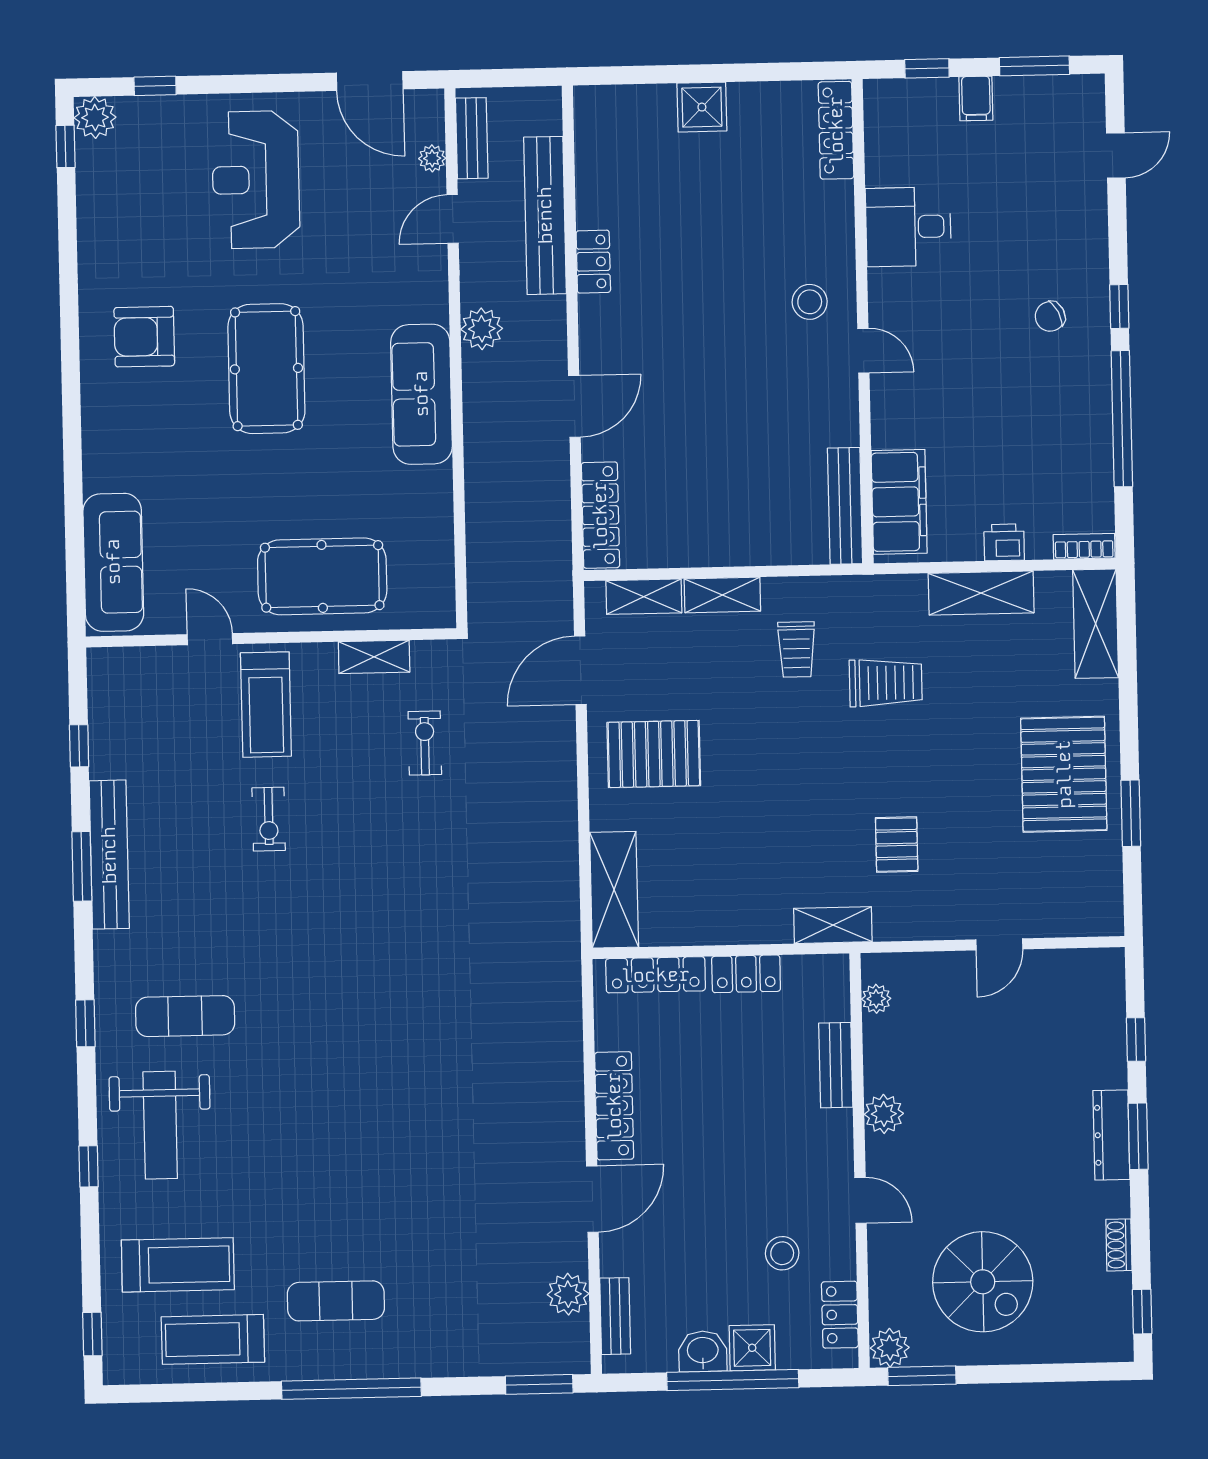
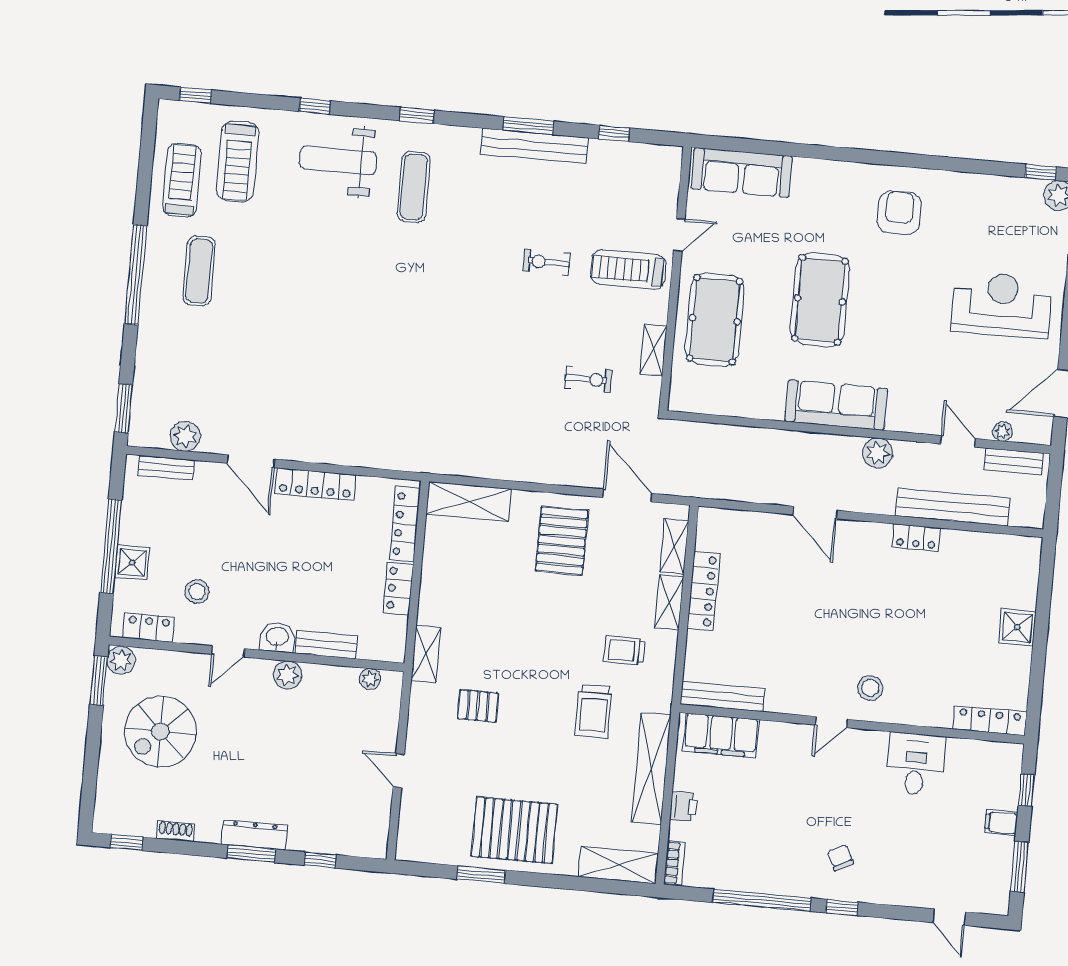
pool table: (266, 369) -> (820, 300), moved, turned 90
locker: (600, 515) -> (703, 591), moved, turned -90
shelving: (981, 593) -> (651, 769), width x1.47
washbasin: (703, 1351) -> (277, 637), moved, turned -90

